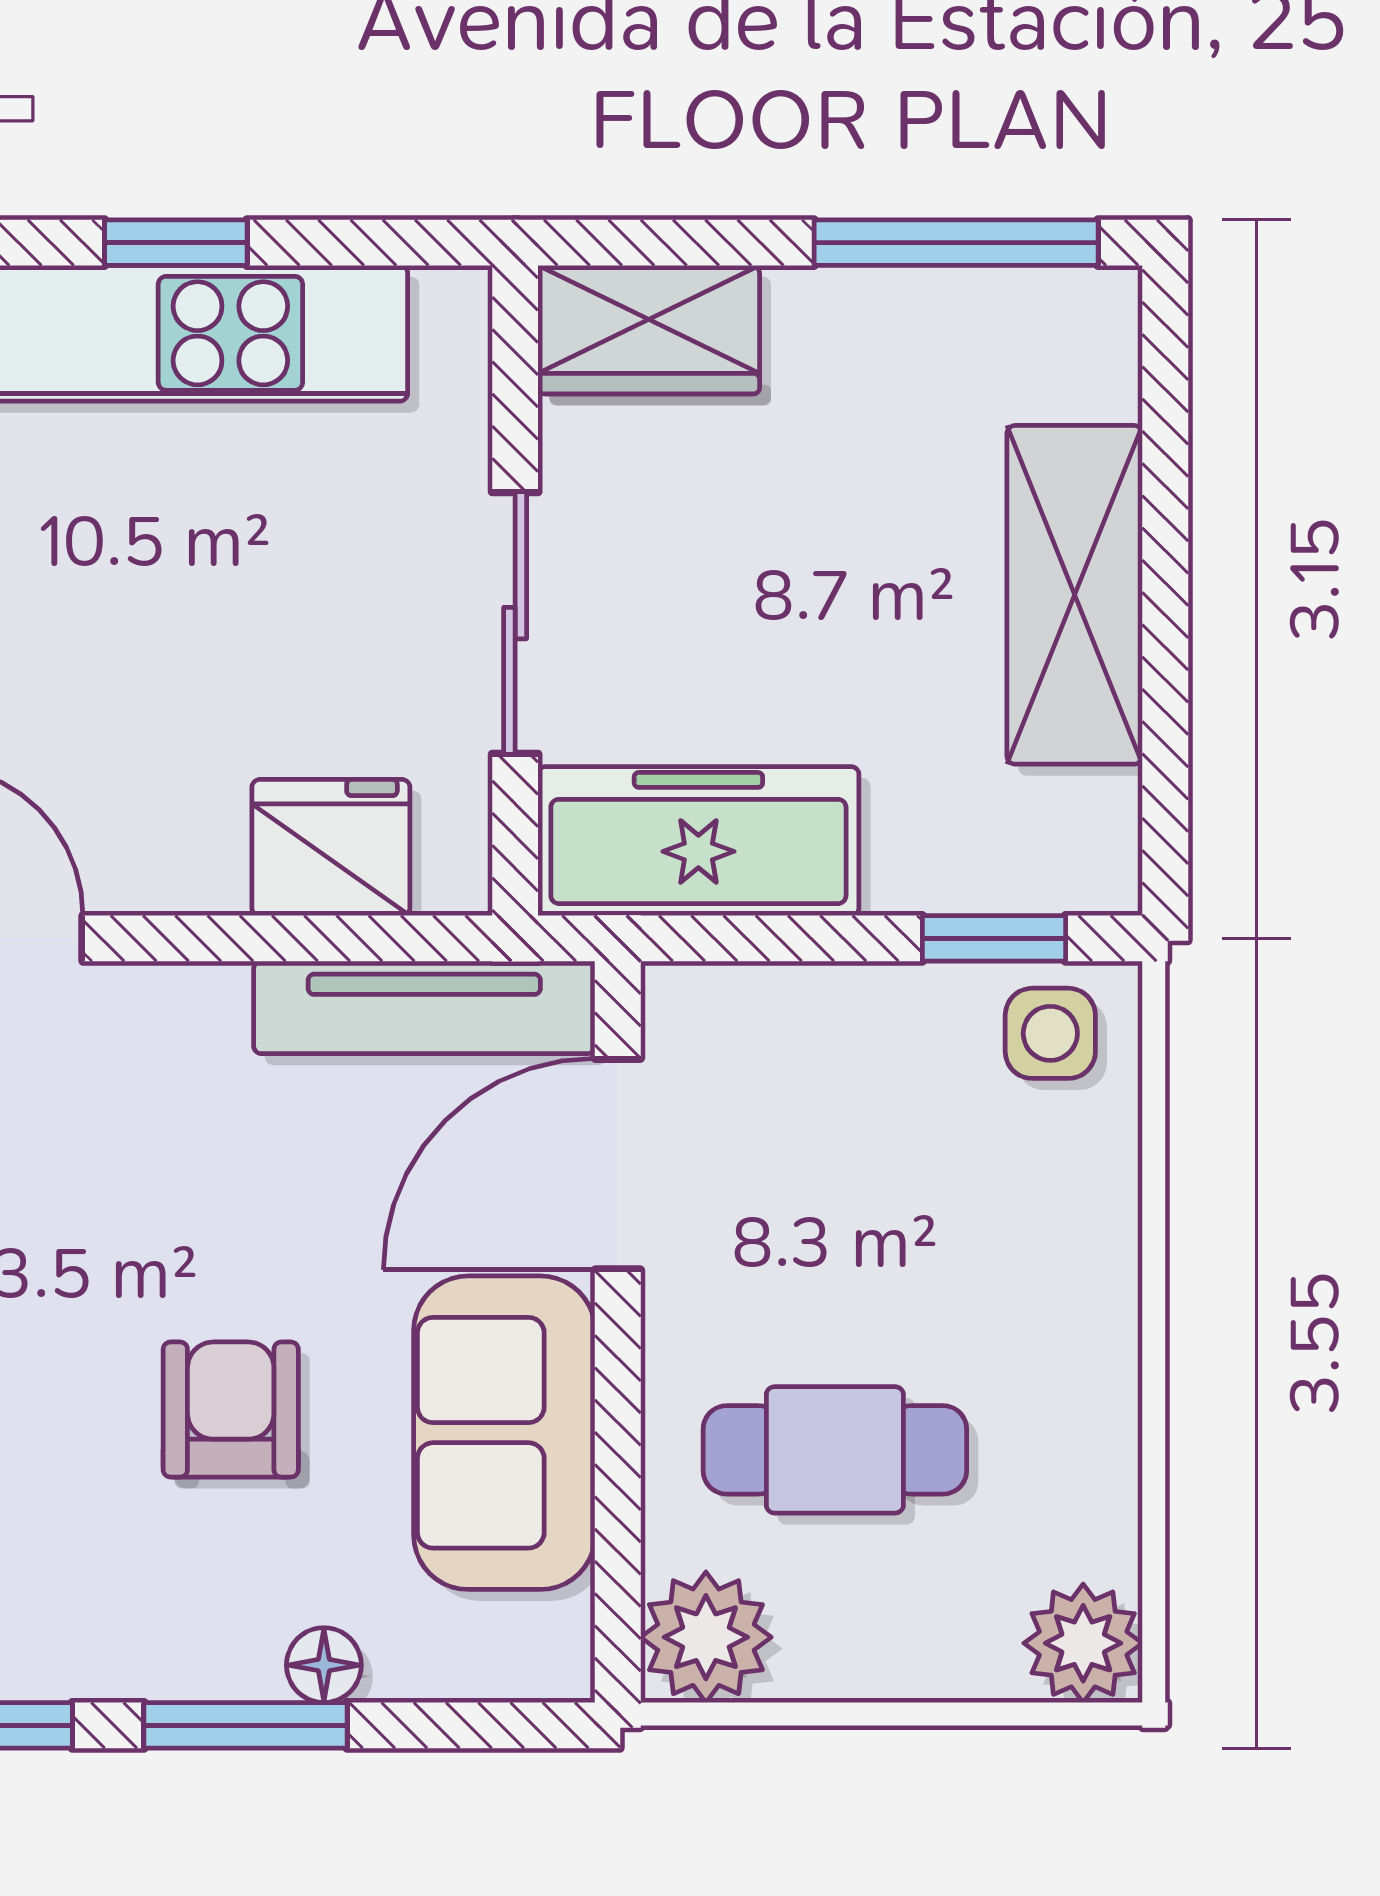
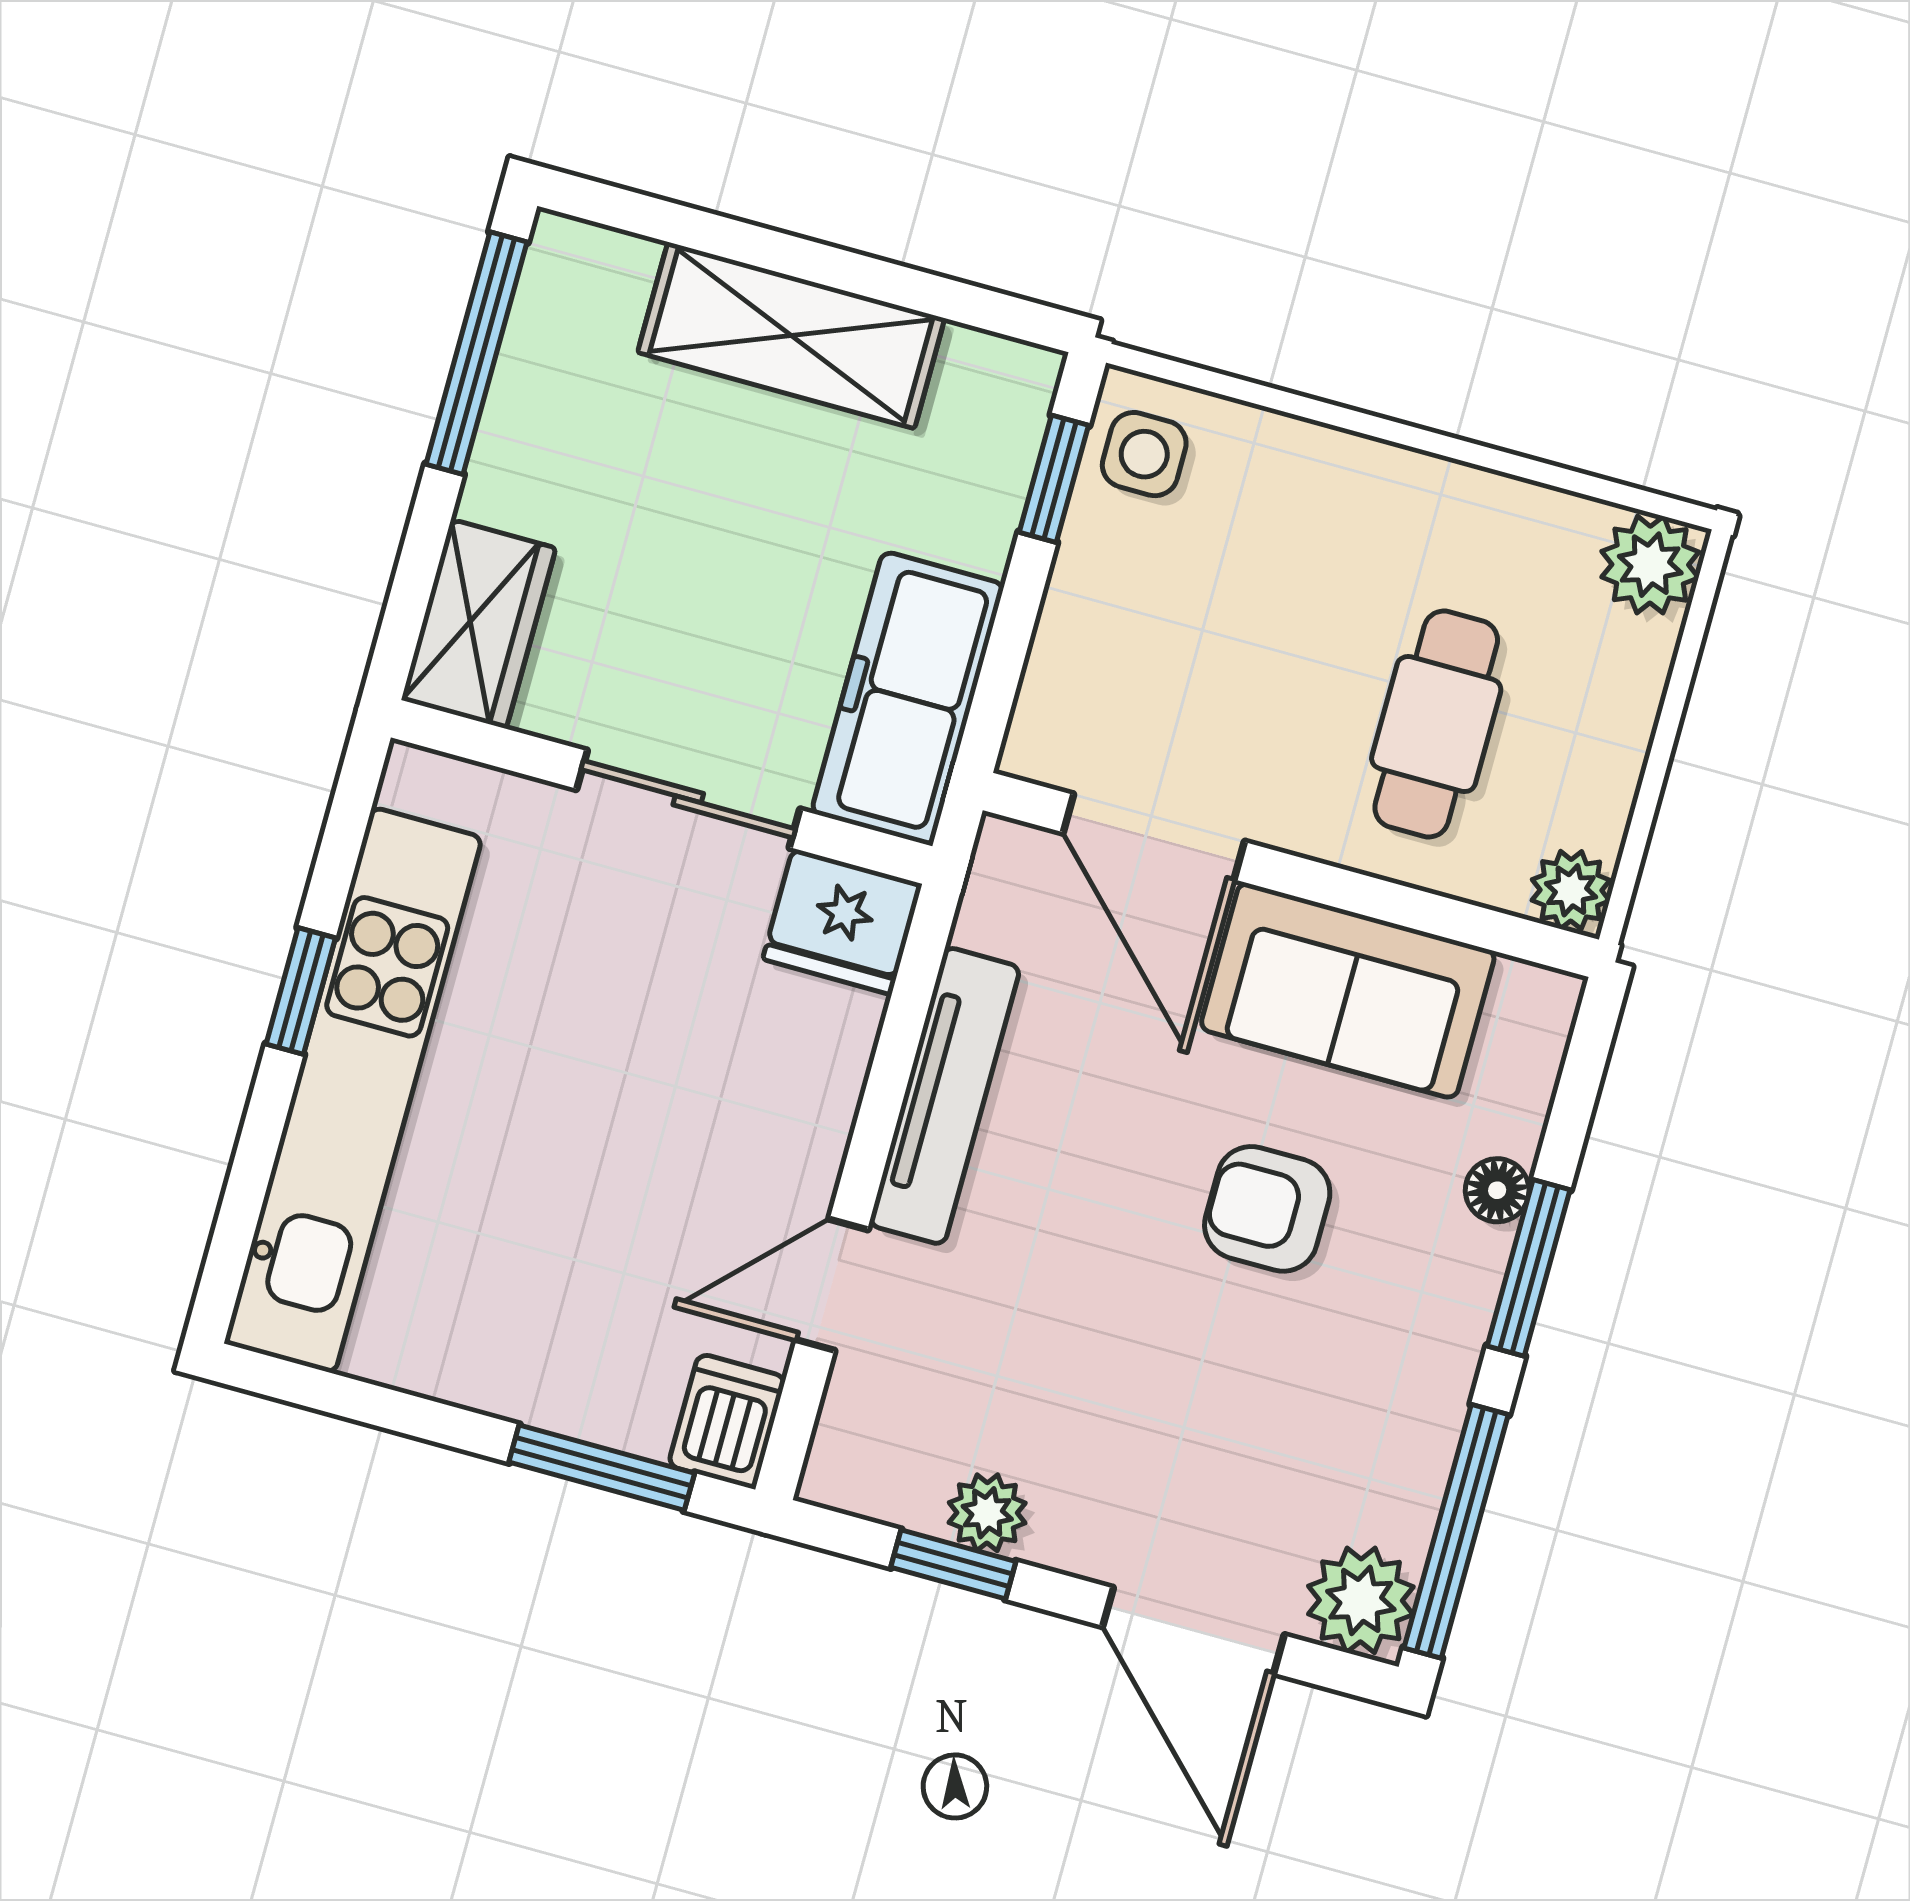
fridge: (331, 847) -> (842, 922), moved, turned -90
tv unit: (424, 1007) -> (945, 1096), moved
plant: (706, 1637) -> (1571, 890), width x0.73, depth x0.73

